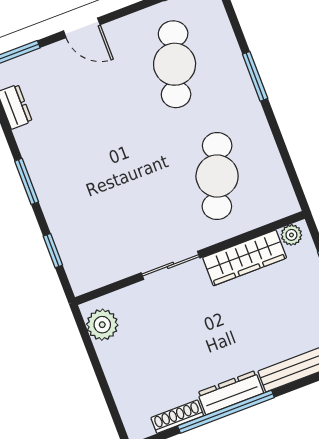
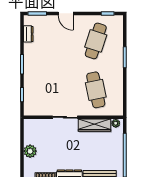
cafe table: (217, 176) -> (96, 90), turned -33
plant: (102, 325) -> (30, 151), moved

